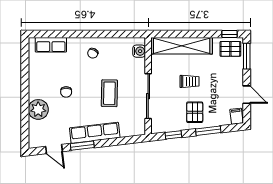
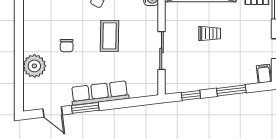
coffee table: (109, 93) -> (110, 36), moved
sliding door: (148, 96) -> (162, 51), width x0.73
pallet: (195, 112) -> (216, 69), removed

